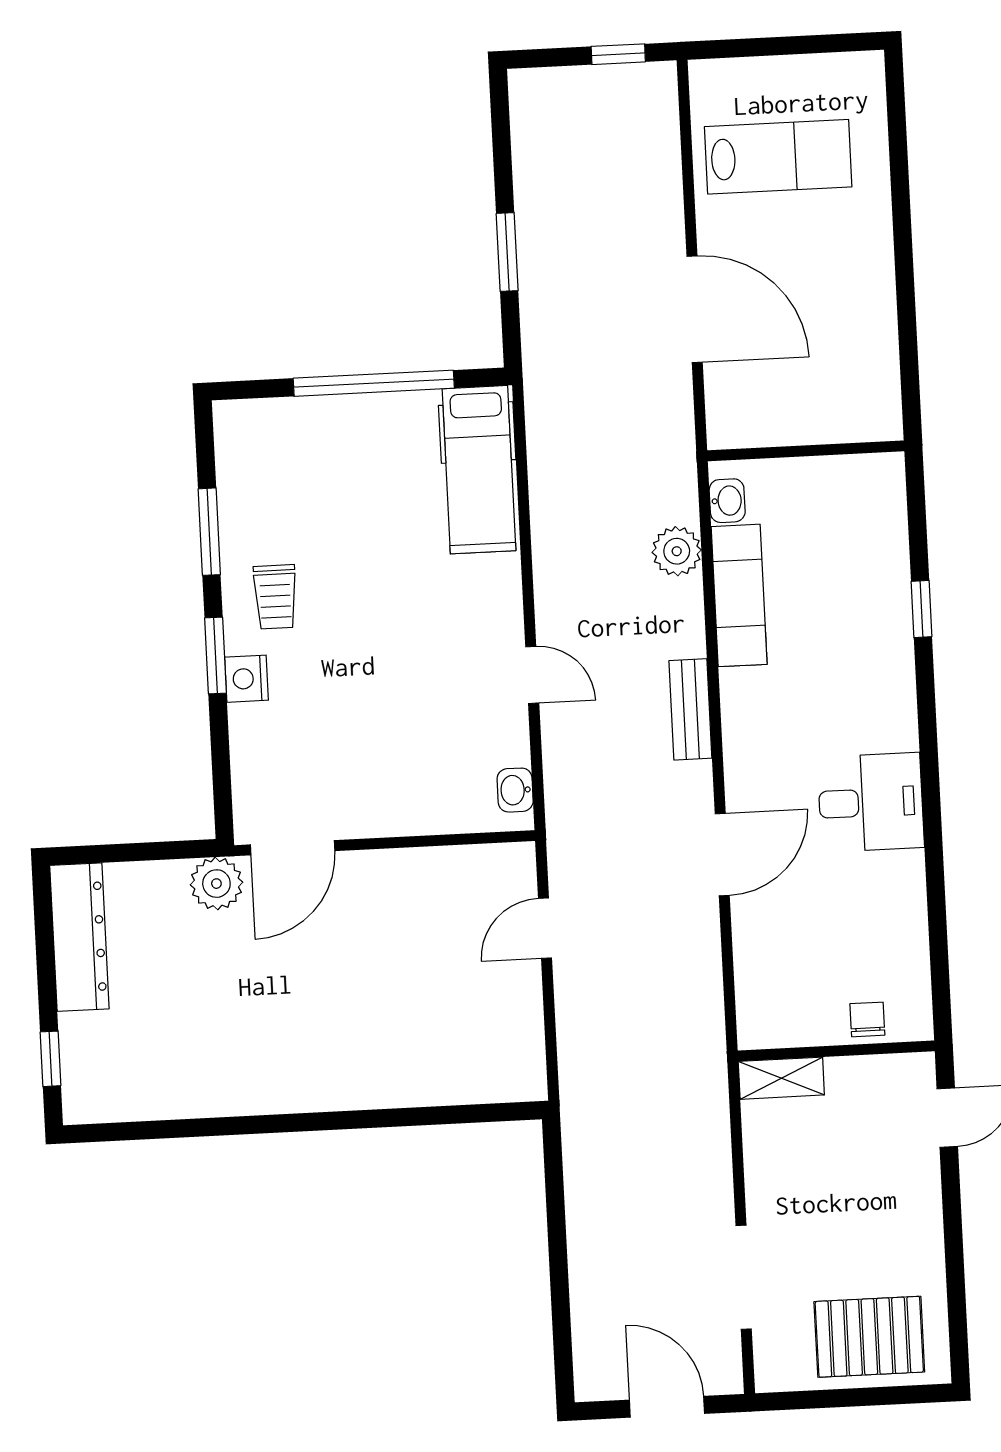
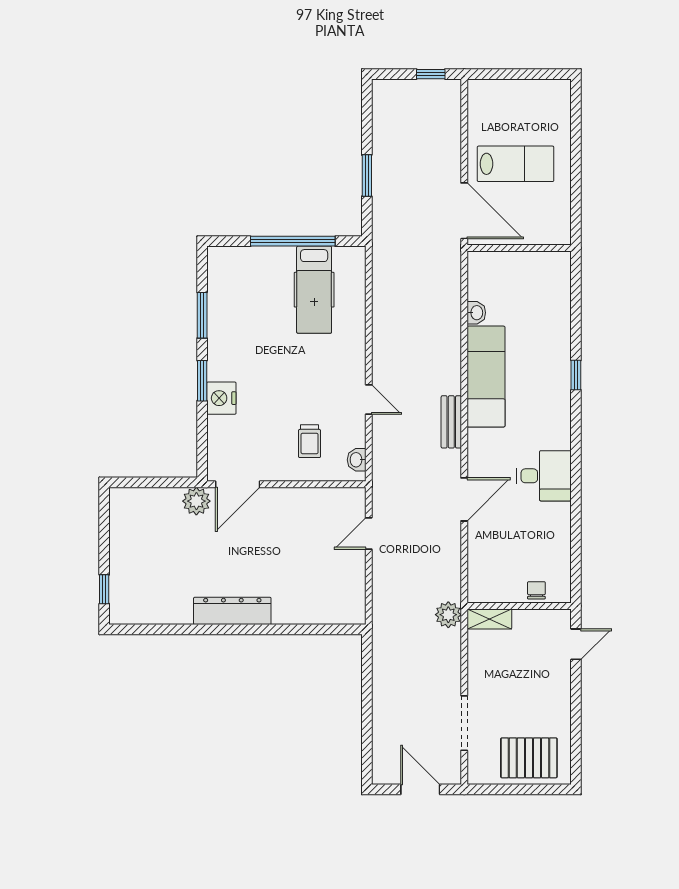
lab bench: (778, 157) -> (516, 164), moved
wall: (806, 451) -> (519, 248), moved
hospital bed: (479, 470) -> (314, 290), moved
plant: (677, 551) -> (448, 615), moved
exam couch: (739, 595) -> (486, 377), width x1.36, depth x1.45
trolley: (275, 597) -> (310, 441), moved
nightstand: (247, 679) -> (221, 398), width x1.36, depth x1.33
dresser: (79, 937) -> (232, 611), moved, turned -90

